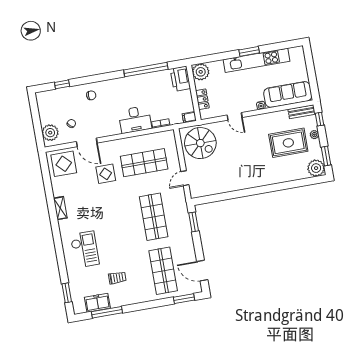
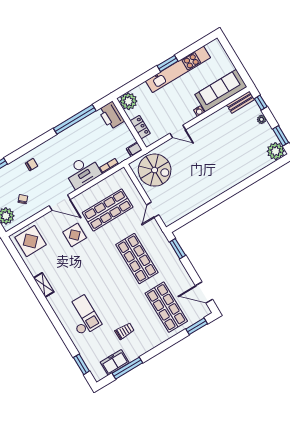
door: (87, 142) -> (60, 203), moved
rug: (288, 143) -> (239, 137), removed

